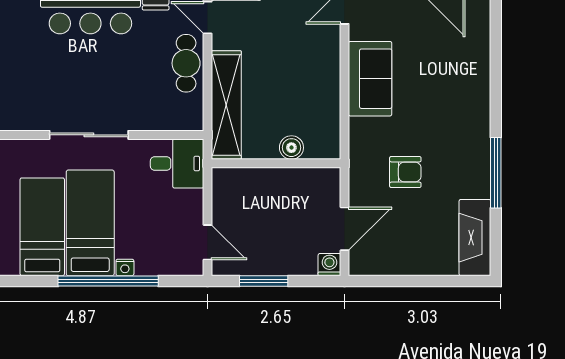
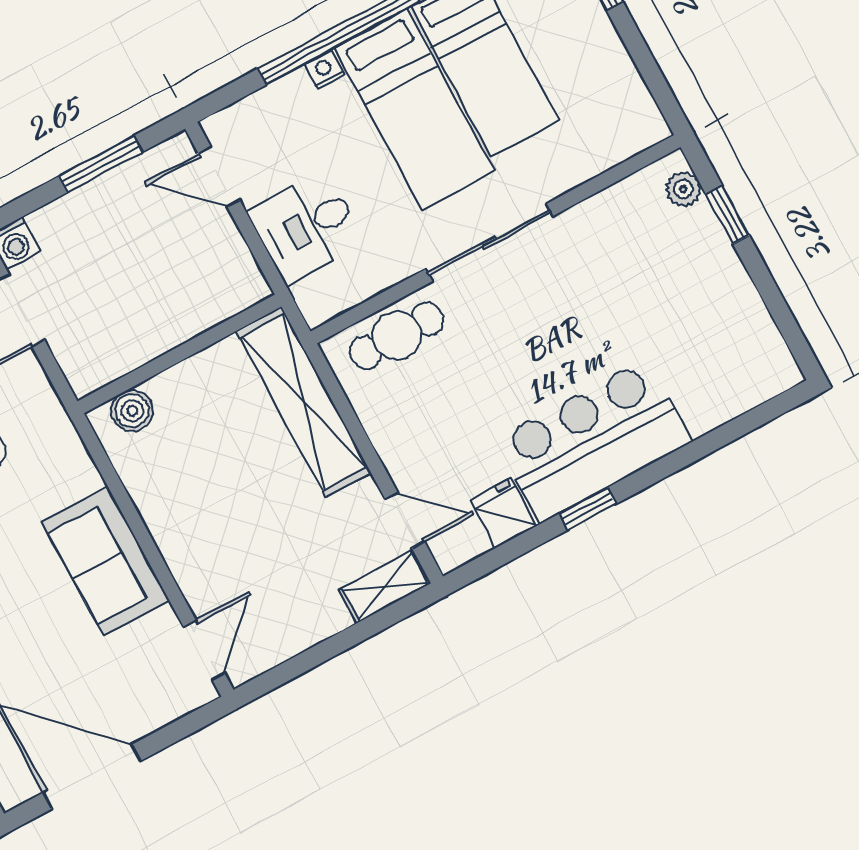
cafe table: (186, 63) -> (397, 336), moved, turned 90
boiler: (291, 148) -> (132, 411), moved
desk: (177, 163) -> (307, 227), moved

